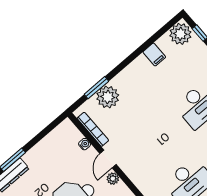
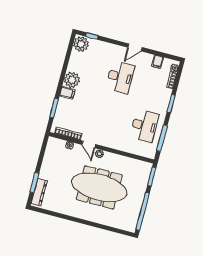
filing cabinet: (154, 55) -> (67, 93), moved
plant: (108, 97) -> (72, 80), moved

